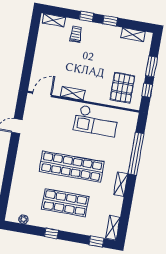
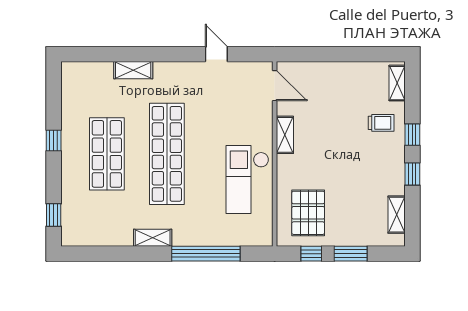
pallet: (122, 88) -> (308, 213), turned 90
plant: (24, 219) -> (68, 92), removed
shelving: (113, 228) -> (133, 70), moved

